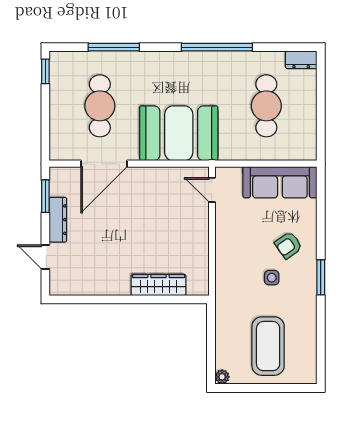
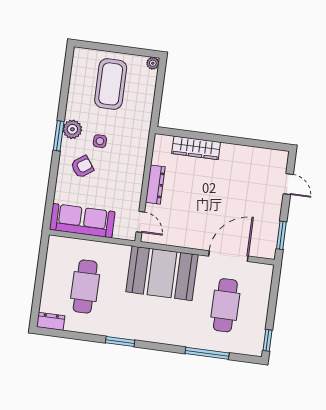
window: (217, 47) -> (120, 342), width x0.47
dresser: (58, 220) -> (155, 185), moved, turned 180
plant: (306, 287) -> (72, 129), added

